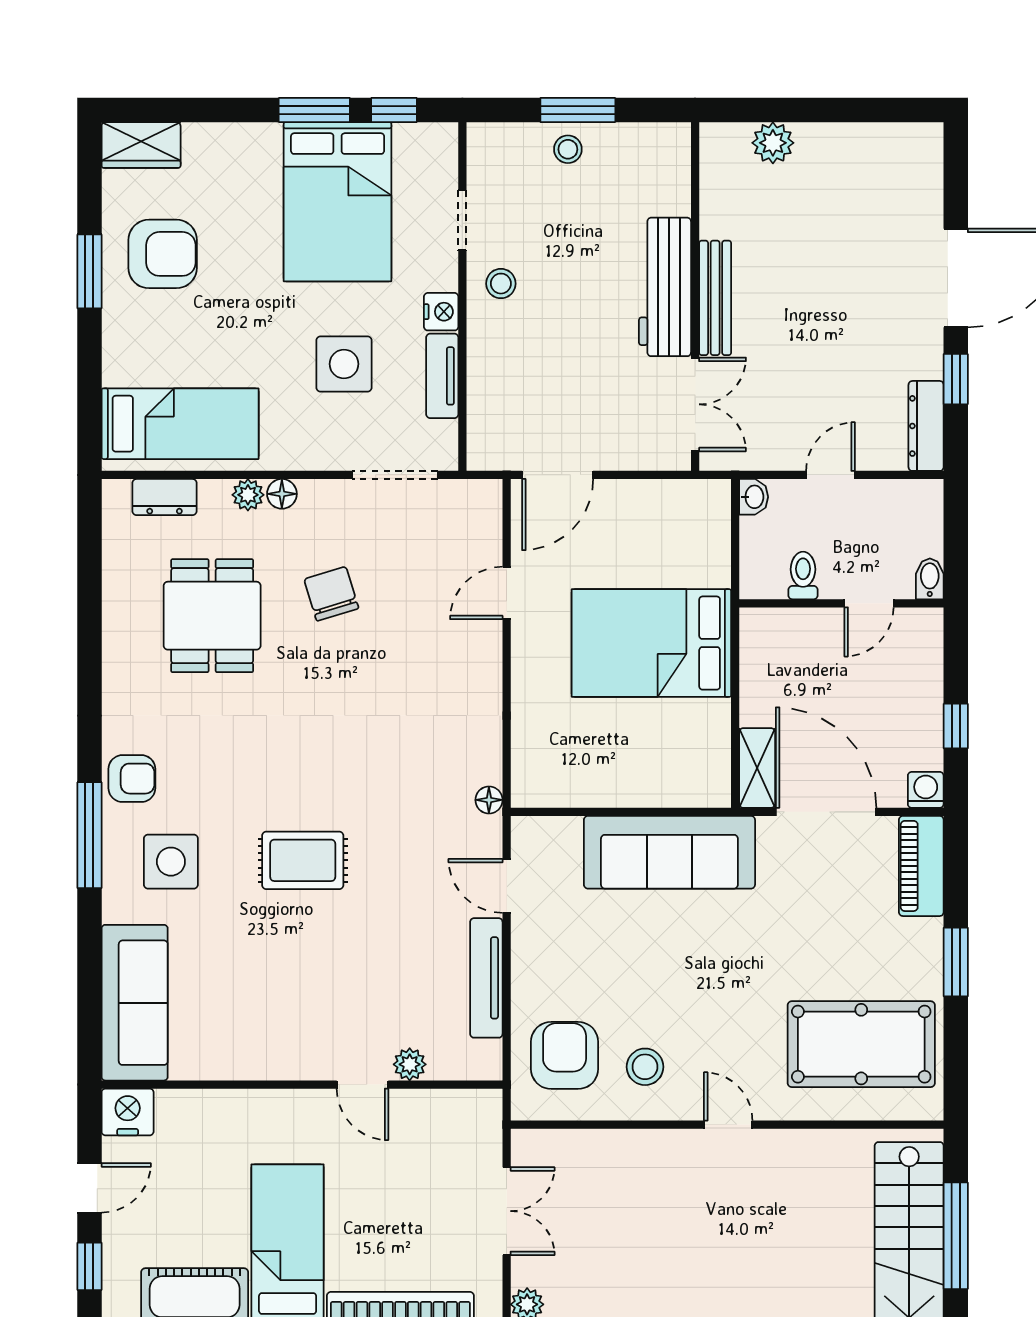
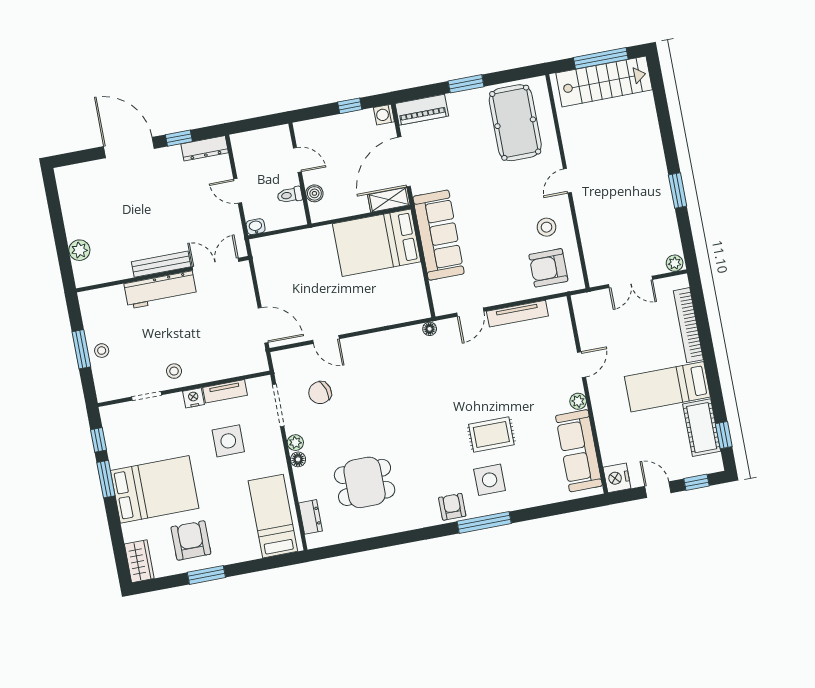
bed: (338, 202) -> (155, 489), moved
plant: (248, 495) -> (295, 443), moved
bidet: (930, 579) -> (280, 132), removed
chair: (331, 594) -> (320, 393), moved
boiler: (797, 624) -> (314, 193), added
bed: (651, 643) -> (377, 243), moved, turned 90
rug: (303, 860) -> (491, 434), moved, turned 90
sofa: (135, 1003) -> (579, 451), moved, turned -90
plant: (410, 1064) -> (578, 401), moved
double door: (507, 1211) -> (631, 282), swing flipped

